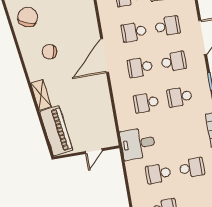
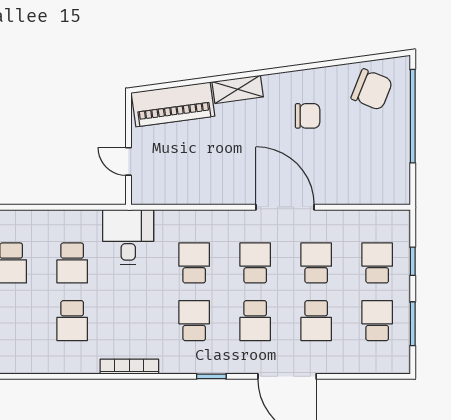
chair: (49, 52) -> (308, 116), turned 78
school desk: (158, 174) -> (72, 263), turned 180

